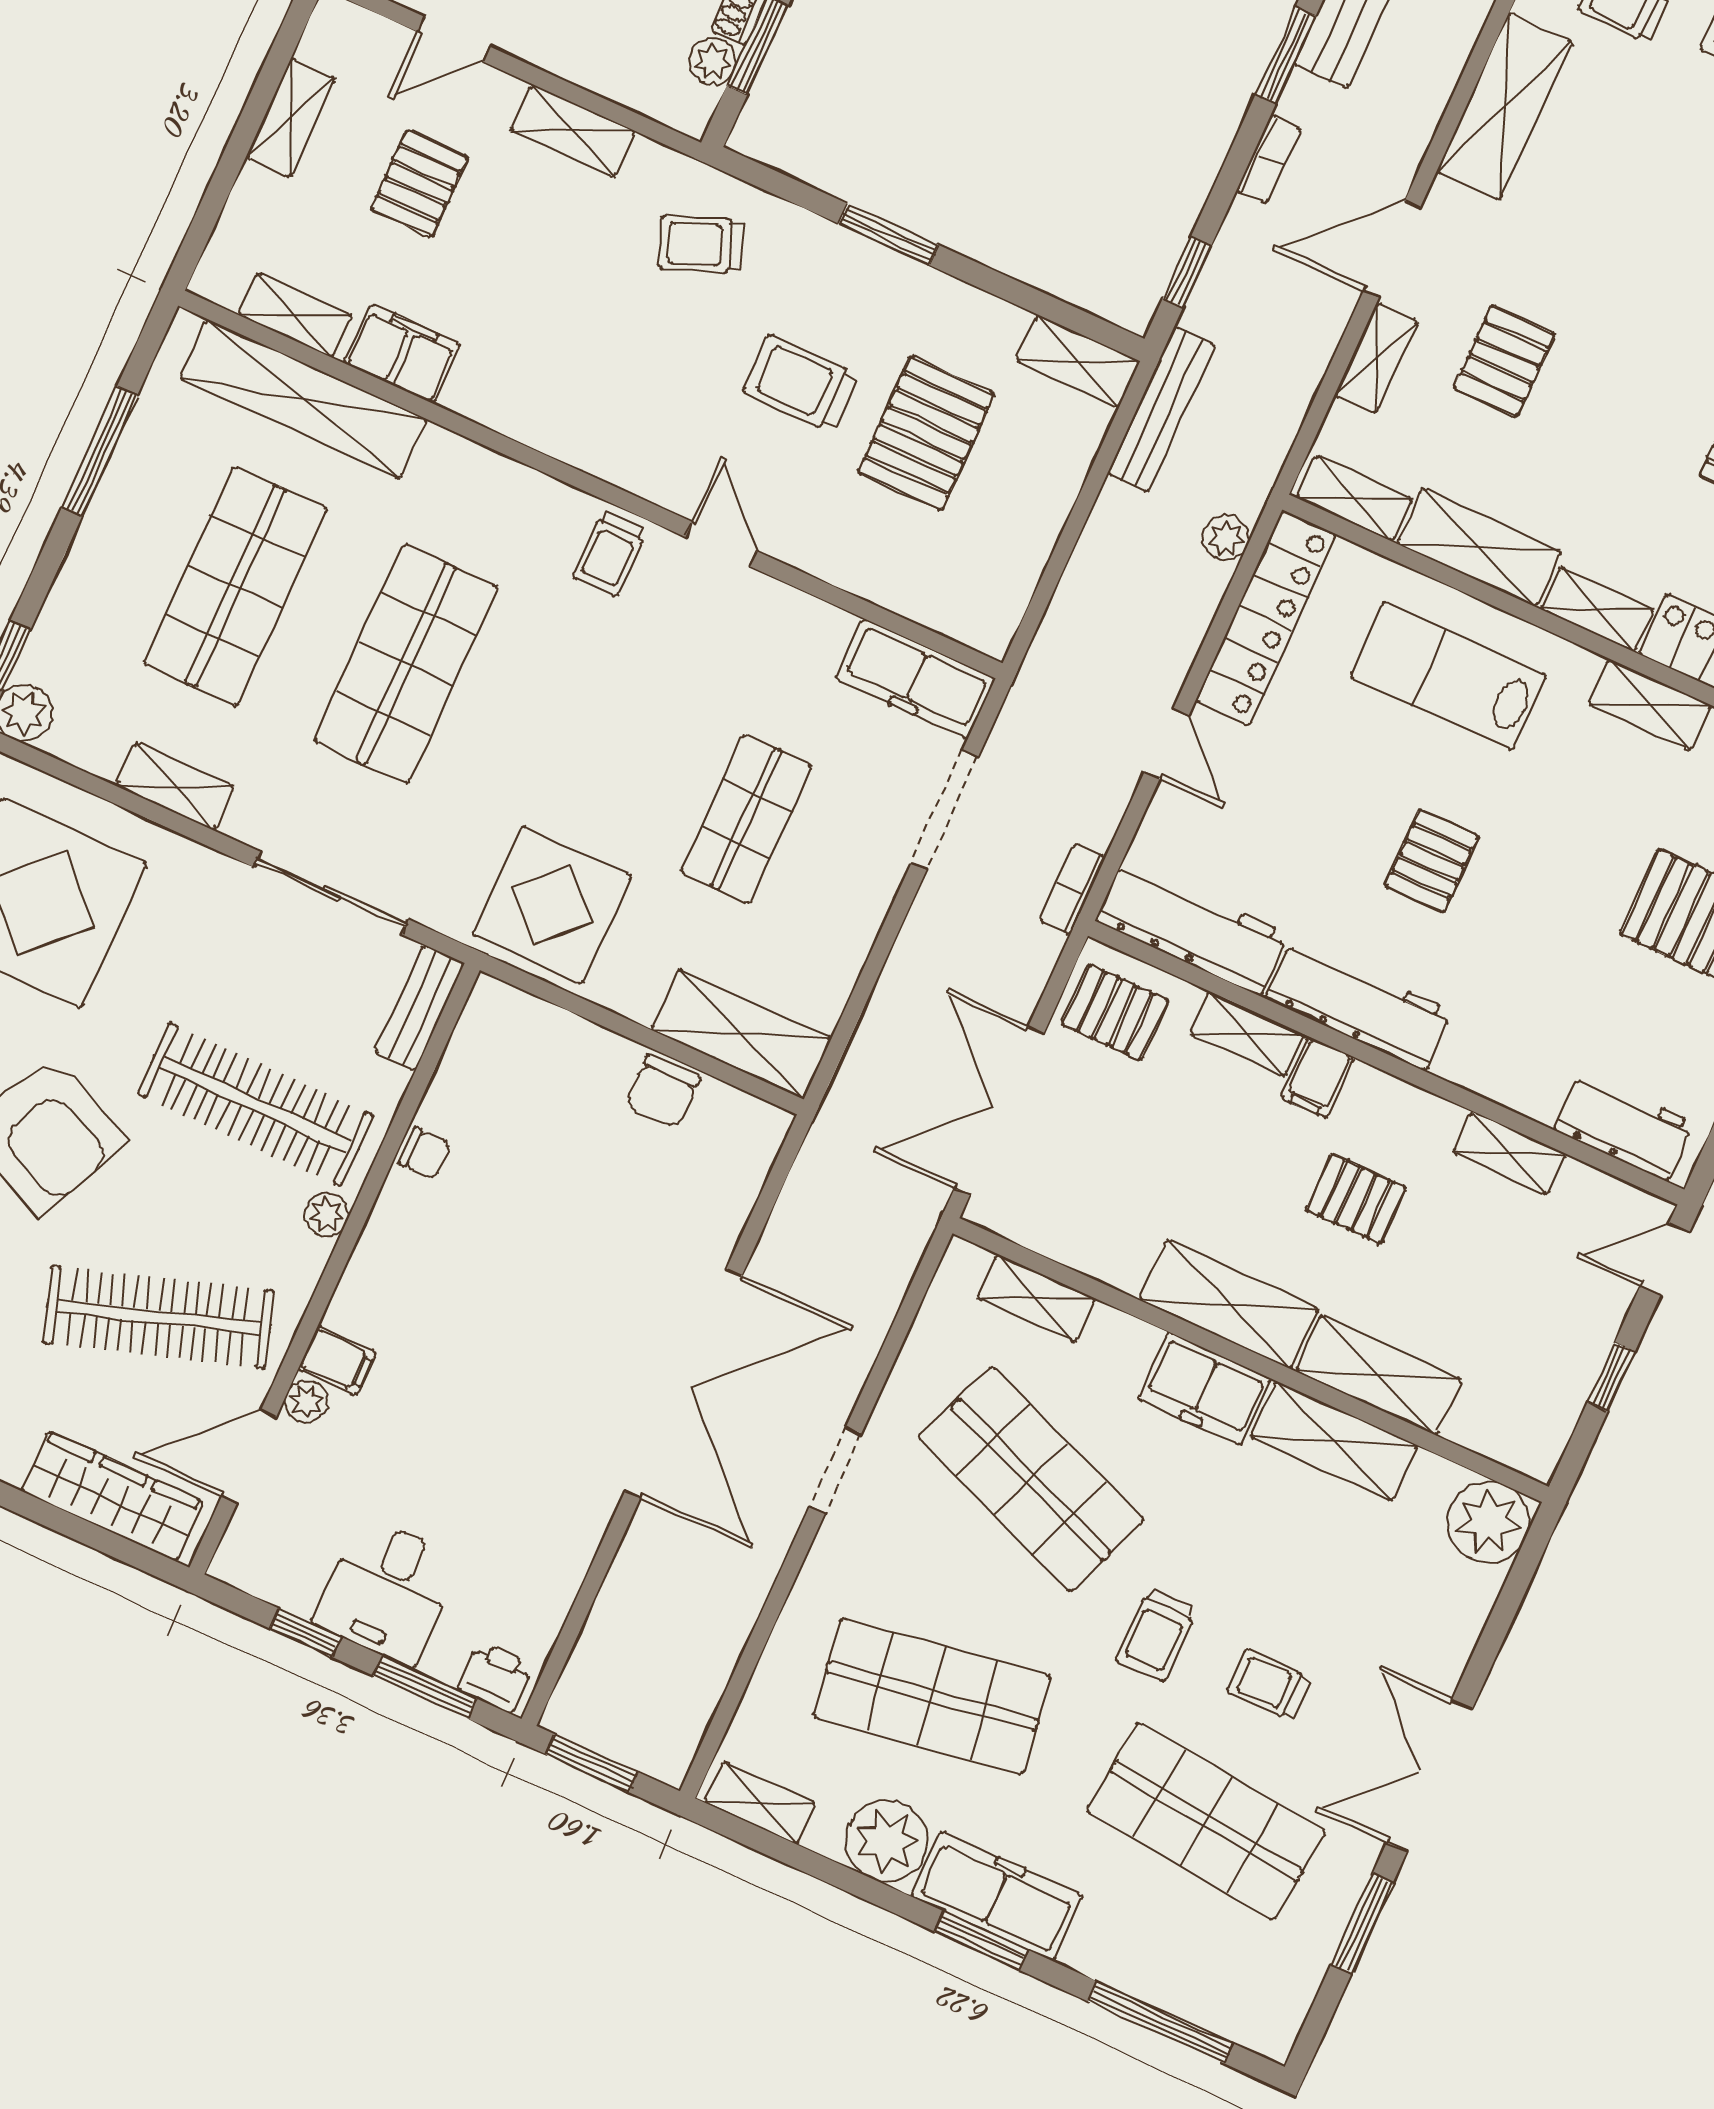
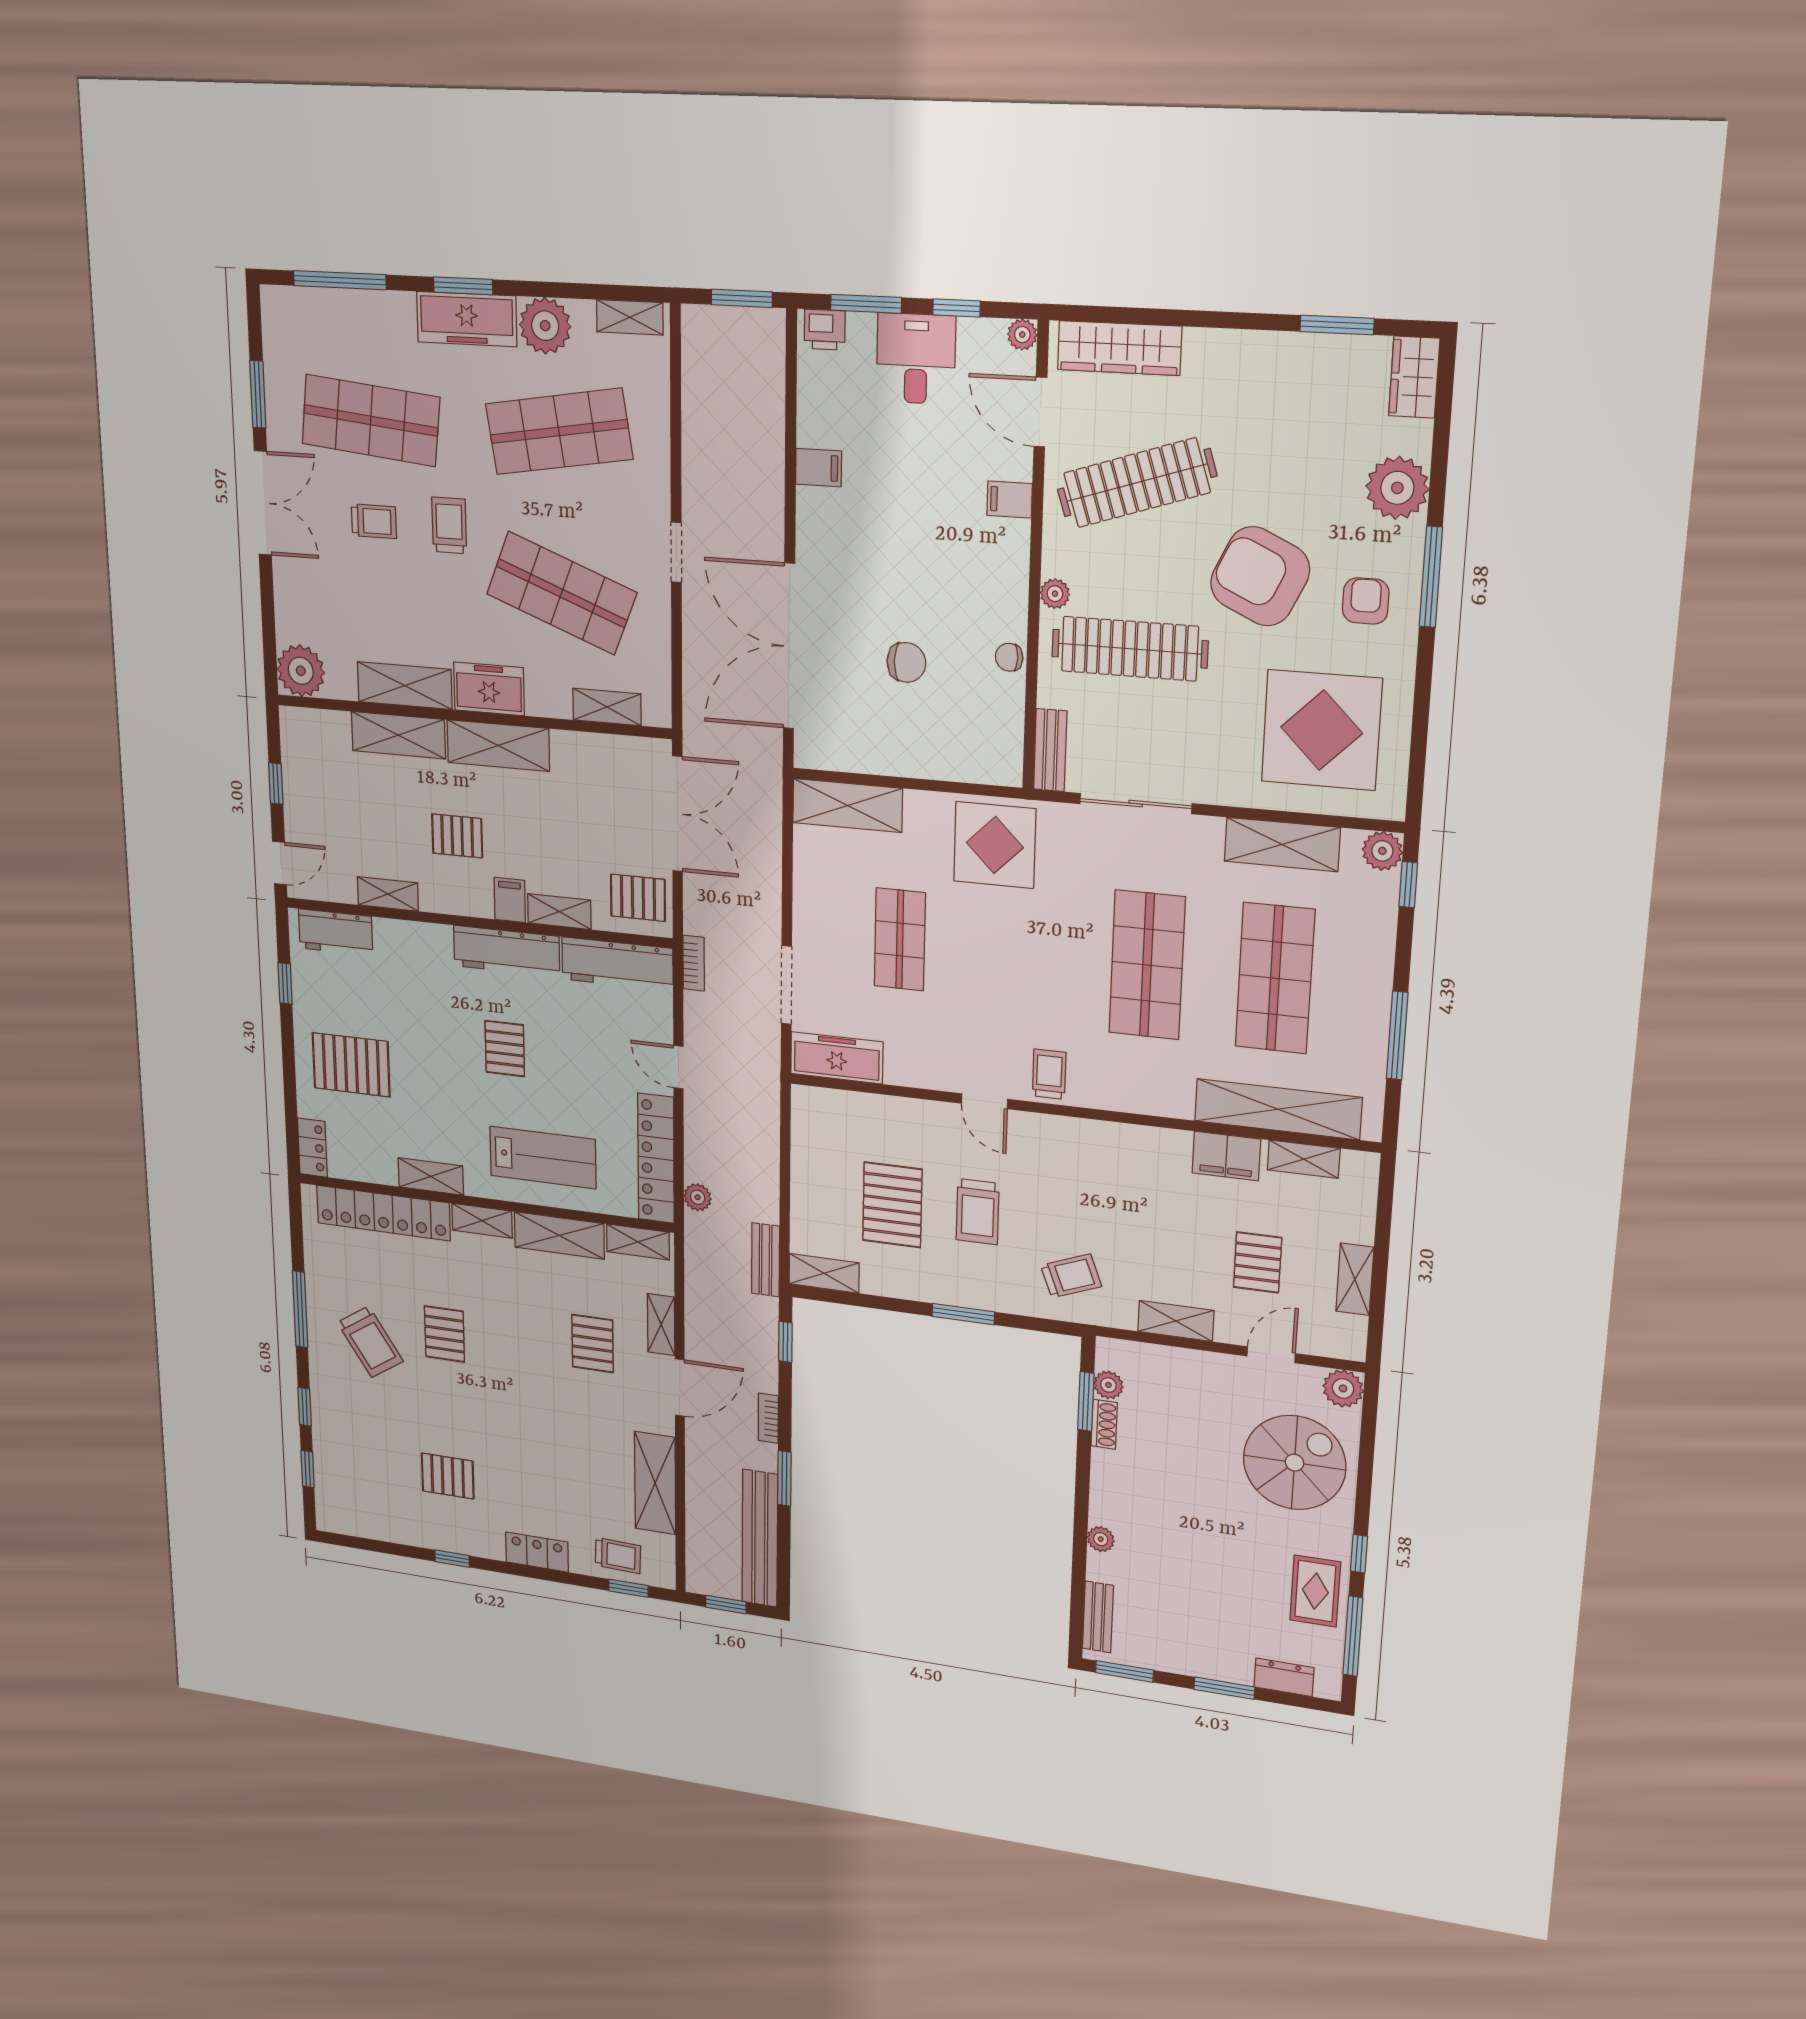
trolley: (801, 383) -> (978, 1212), turned 90
bench: (1161, 409) -> (765, 1260), width x0.73
shelving: (175, 786) -> (1282, 844), width x1.50, depth x1.33
chair: (662, 1091) -> (906, 662), moved, turned 90
double door: (683, 1383) -> (789, 646), moved
plant: (306, 1401) -> (1022, 335), moved
door: (249, 1457) -> (1040, 412), swing flipped
filing cabinet: (582, 1504) -> (818, 468), added

